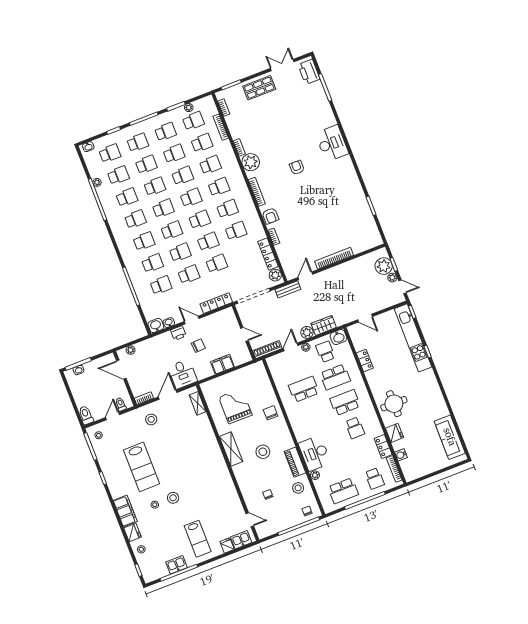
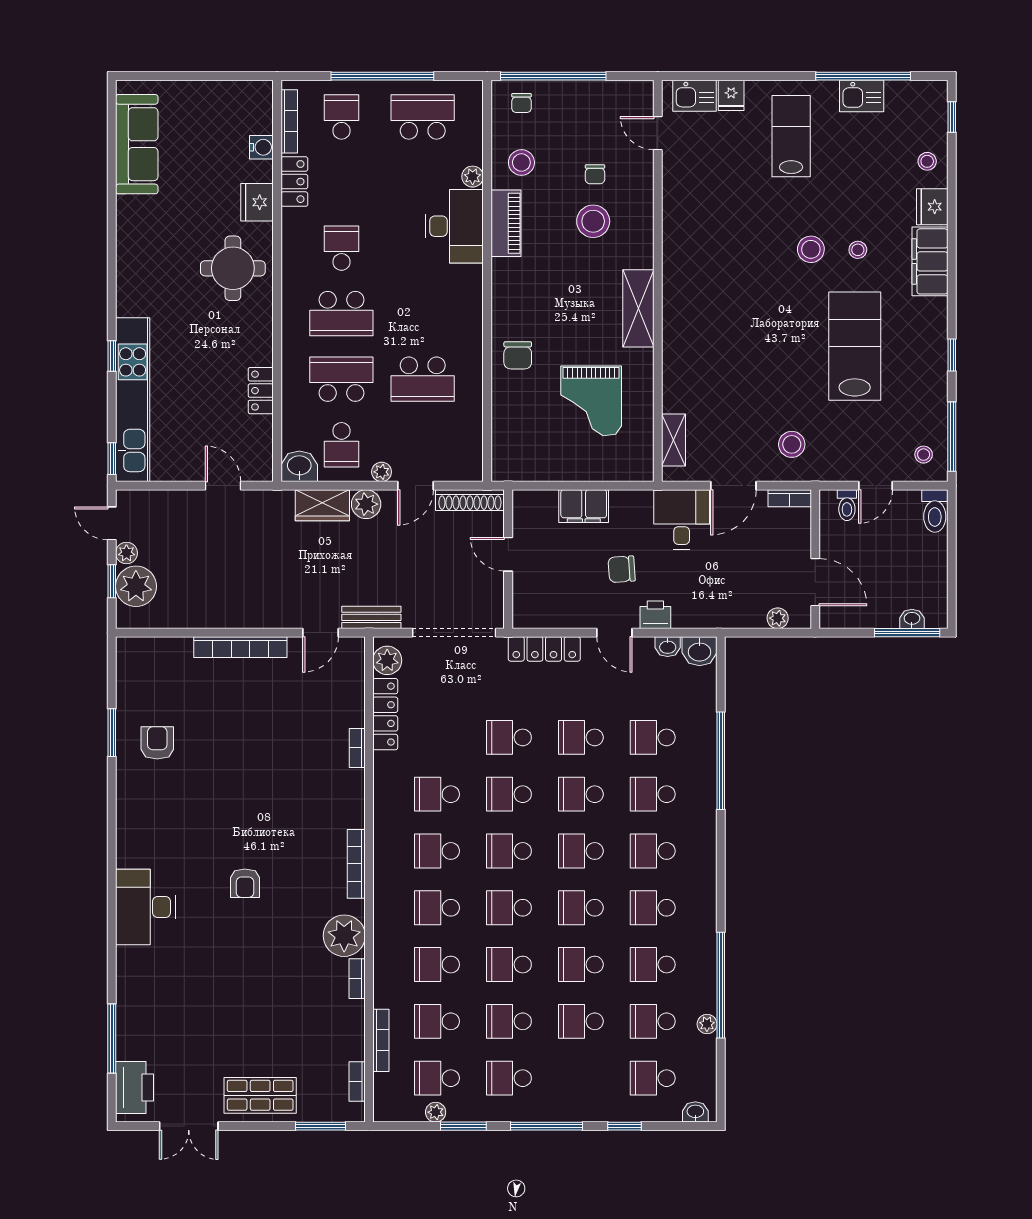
school desk: (138, 143) -> (581, 1078), removed
armchair: (270, 216) -> (157, 743), moved
stool: (263, 452) -> (593, 221), moved

